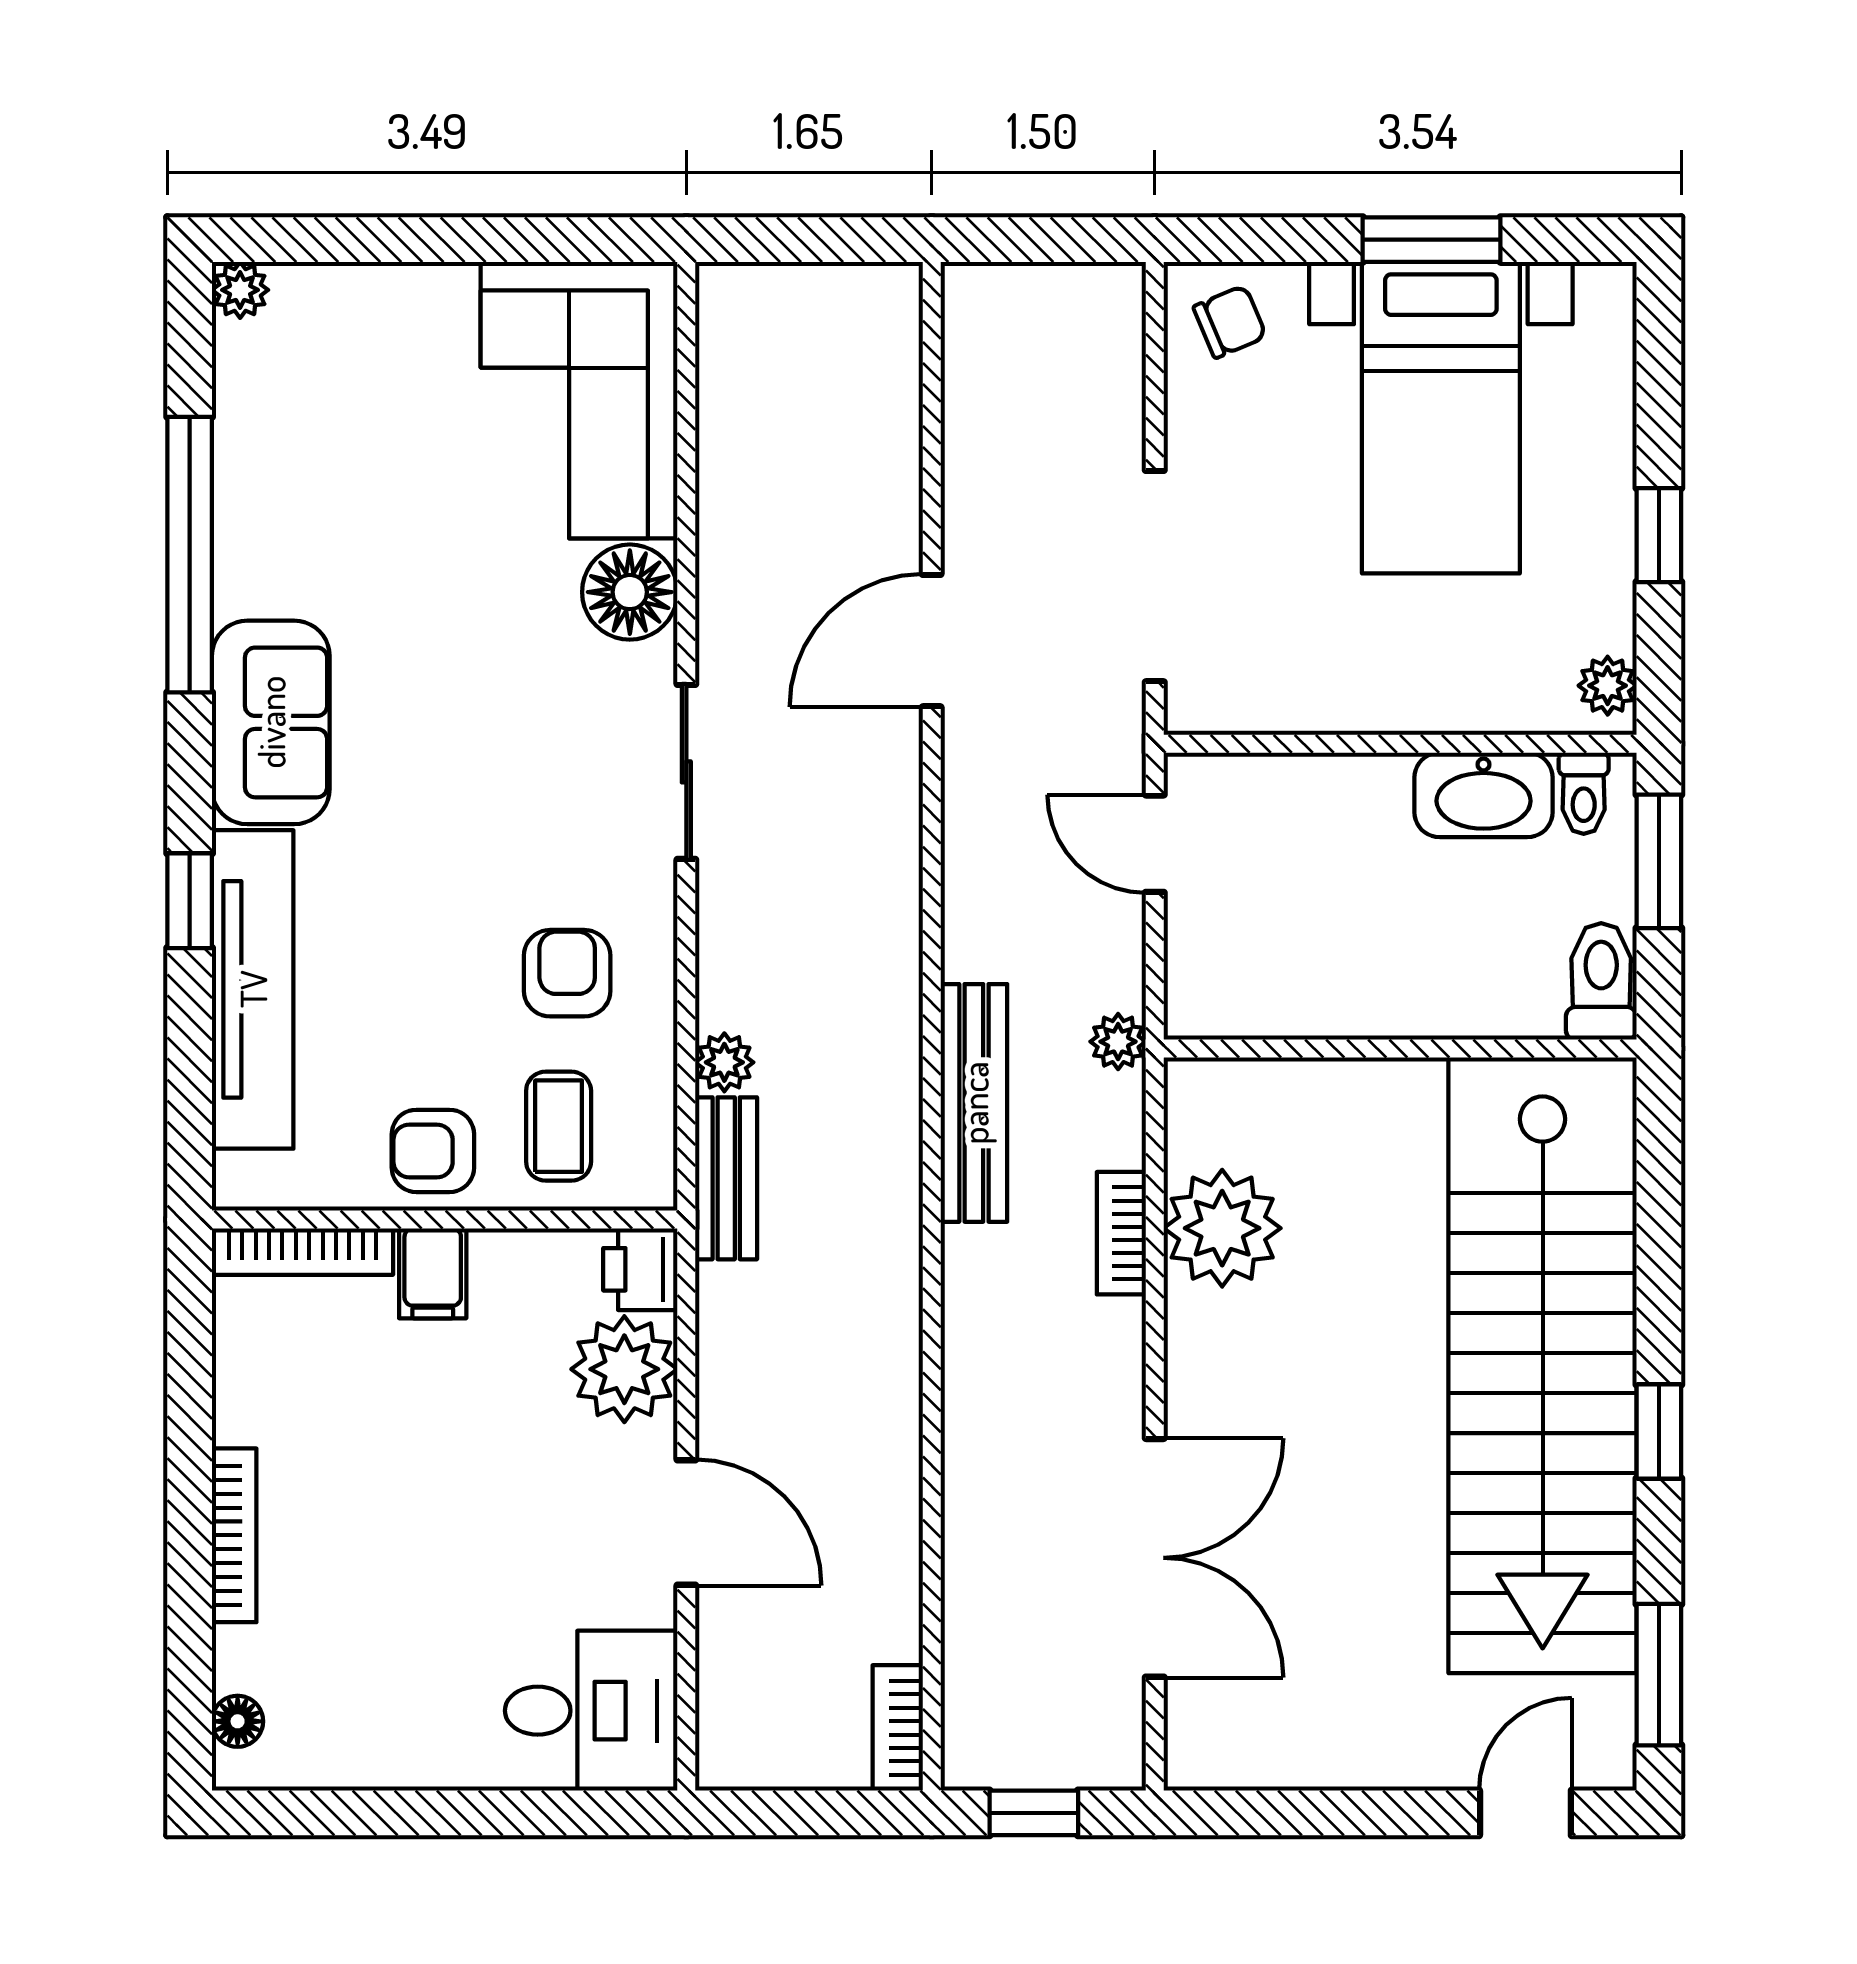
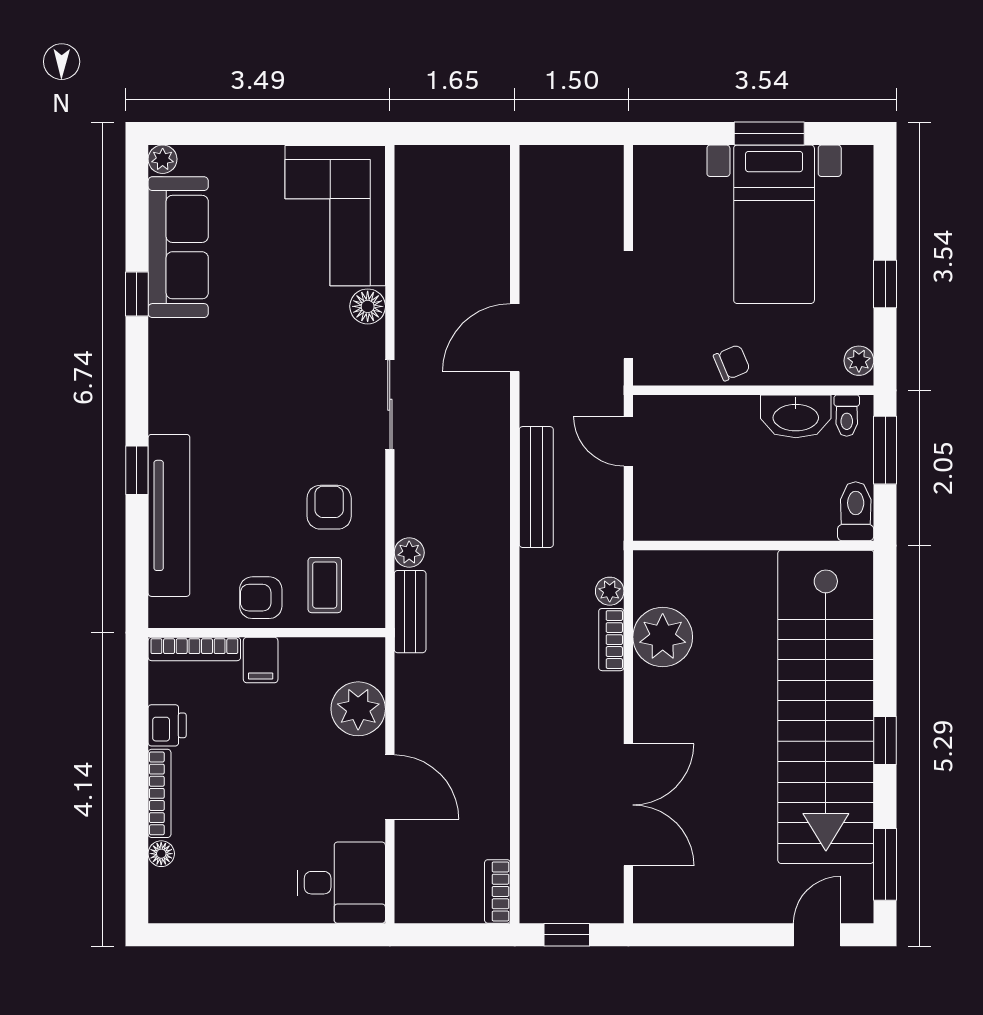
chair: (1230, 322) -> (732, 363), moved
window: (190, 555) -> (137, 294), width x0.32
floor lamp: (630, 592) -> (368, 306), width x0.73, depth x0.73
sofa: (271, 722) -> (178, 247), moved, width x1.36
plant: (1118, 1042) -> (610, 591), moved
bench: (974, 1103) -> (536, 487), moved
printer: (640, 1269) -> (167, 725), moved, turned 180
floor lamp: (238, 1721) -> (161, 854), moved

